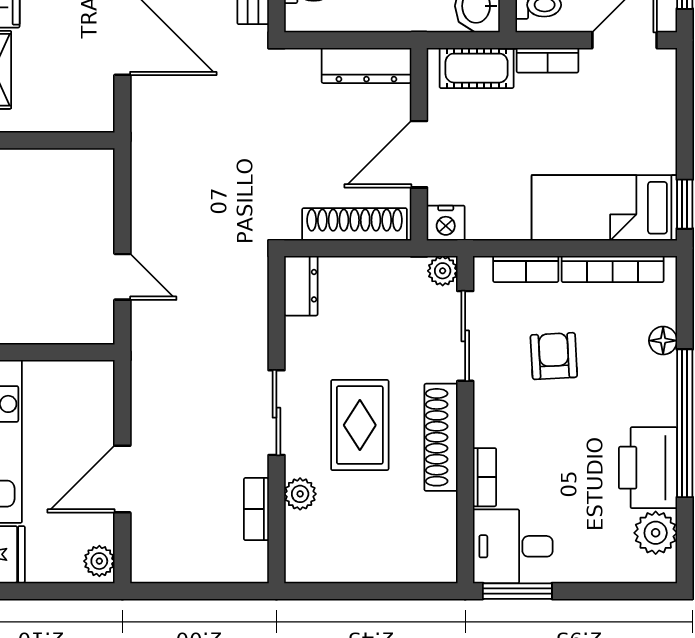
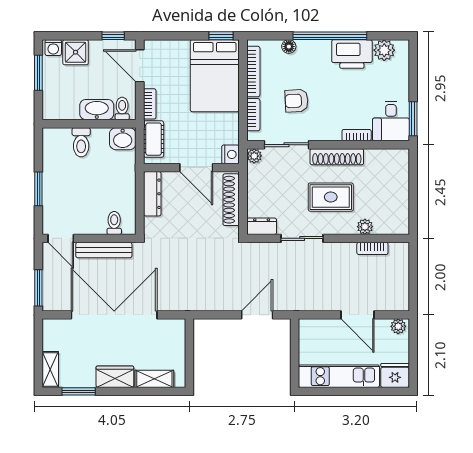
bed: (604, 208) -> (215, 76), width x1.50
door: (122, 277) -> (257, 315), width x1.38
sliding door: (276, 413) -> (302, 238), moved

